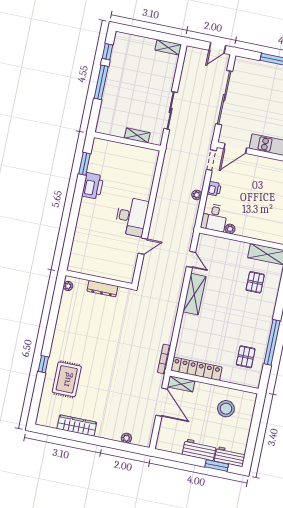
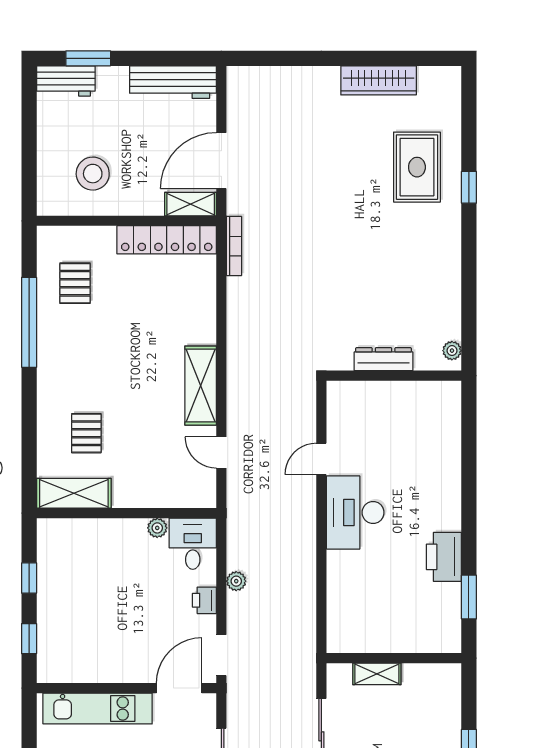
door: (162, 402) -> (221, 161), hinge flipped
plant: (126, 438) -> (276, 76), removed
workbench: (199, 450) -> (173, 82), moved, width x1.38

